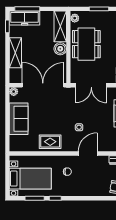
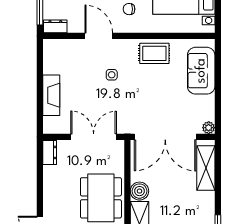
shelving: (15, 53) -> (206, 168), moved
sofa: (19, 119) -> (201, 71), moved
door: (88, 153) -> (99, 36), swing flipped

